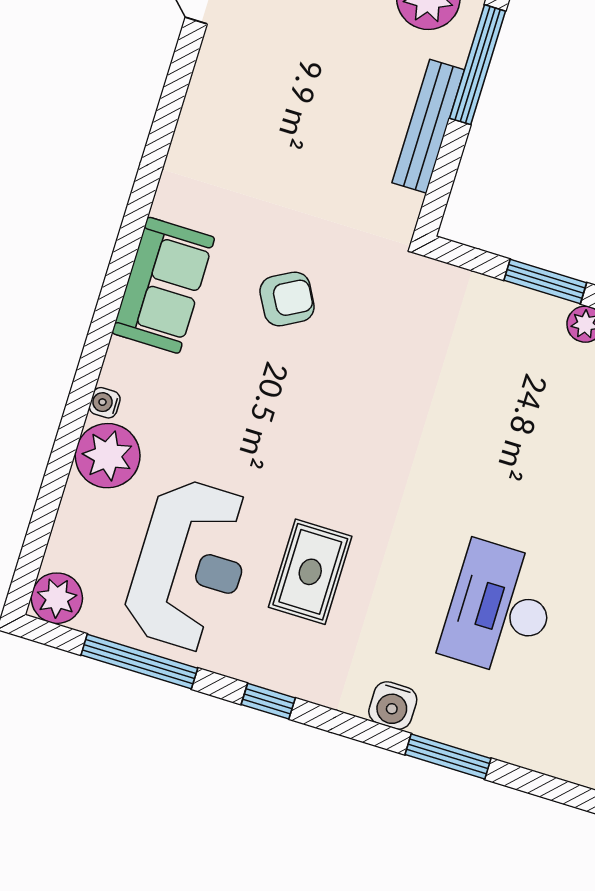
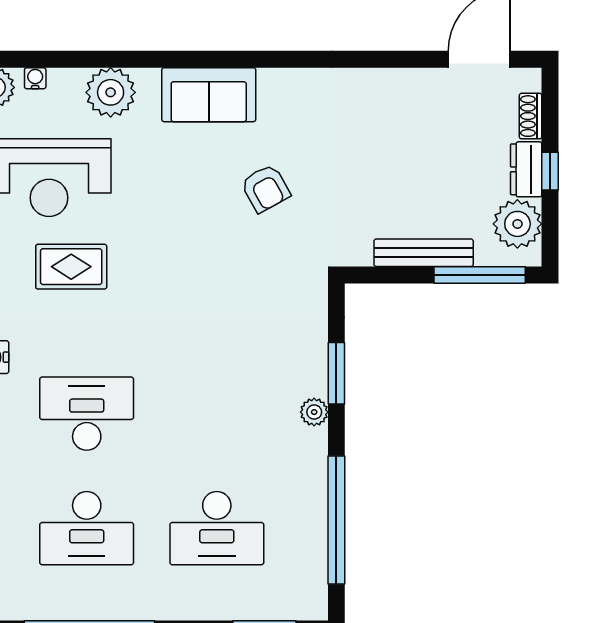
sofa: (163, 285) -> (209, 95), moved
water cooler: (105, 403) -> (35, 78), moved

